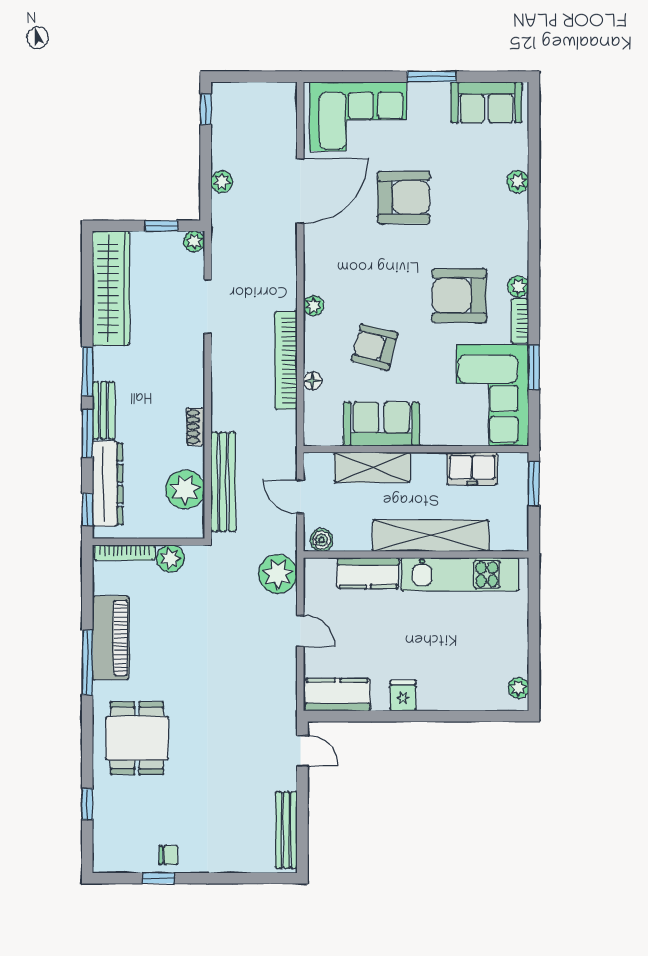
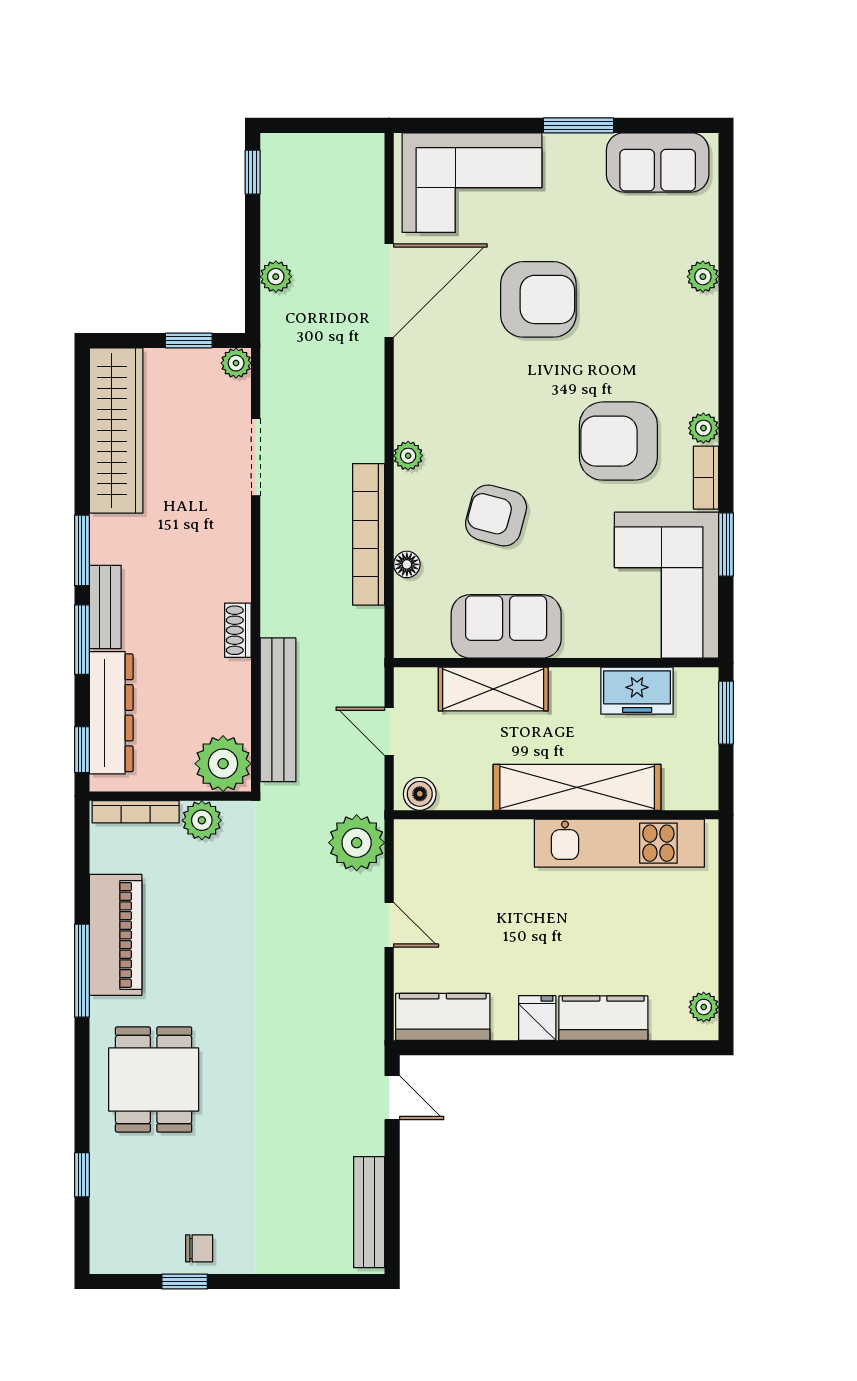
plant: (185, 489) -> (223, 764), moved
kitchen counter: (368, 573) -> (603, 1018), moved, turned 180

